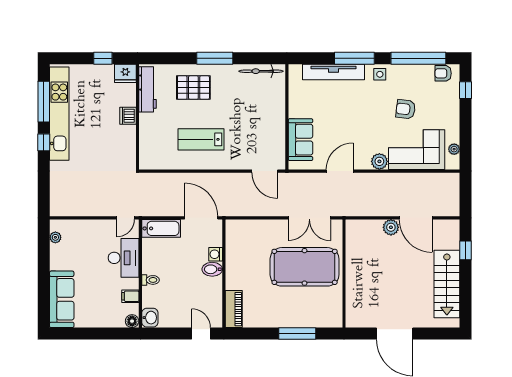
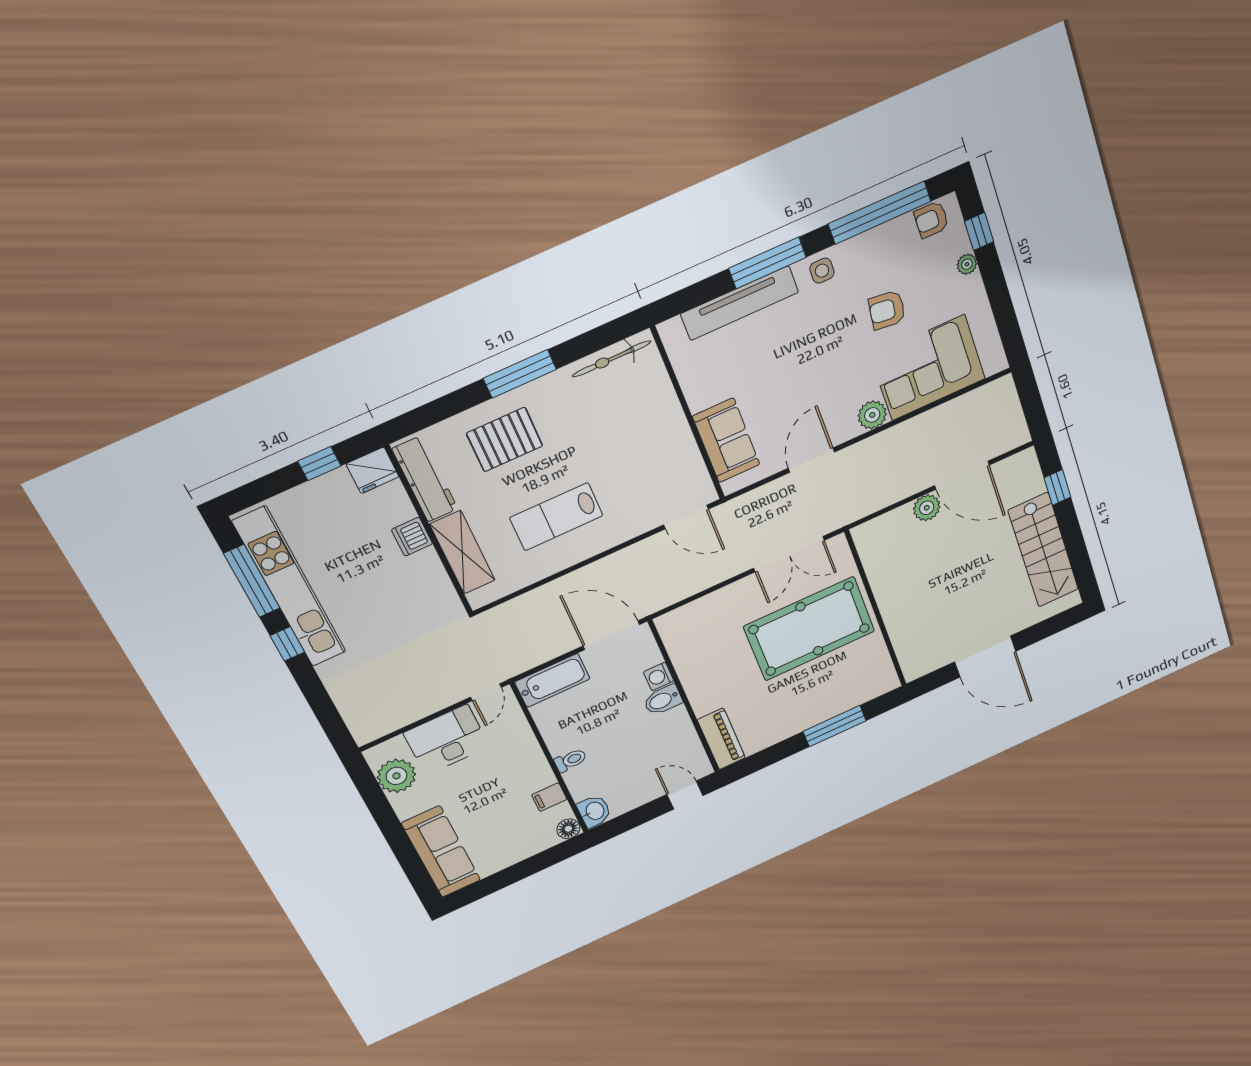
shelving: (148, 136) -> (462, 552), added
plant: (454, 149) -> (967, 264), moved
plant: (55, 237) -> (396, 776), width x1.88, depth x1.88
desk: (124, 258) -> (446, 740), moved, turned -90

